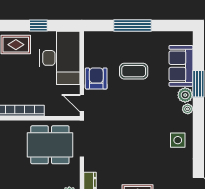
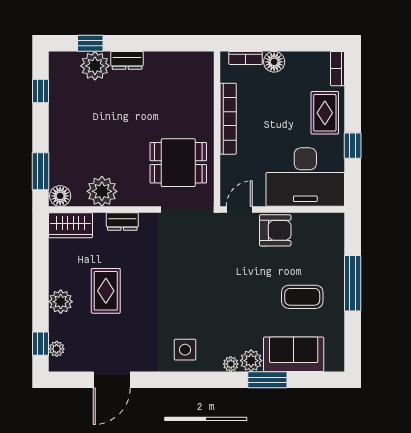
coffee table: (134, 71) -> (302, 297), moved, turned 90
dining table: (50, 145) -> (178, 163), width x0.73

